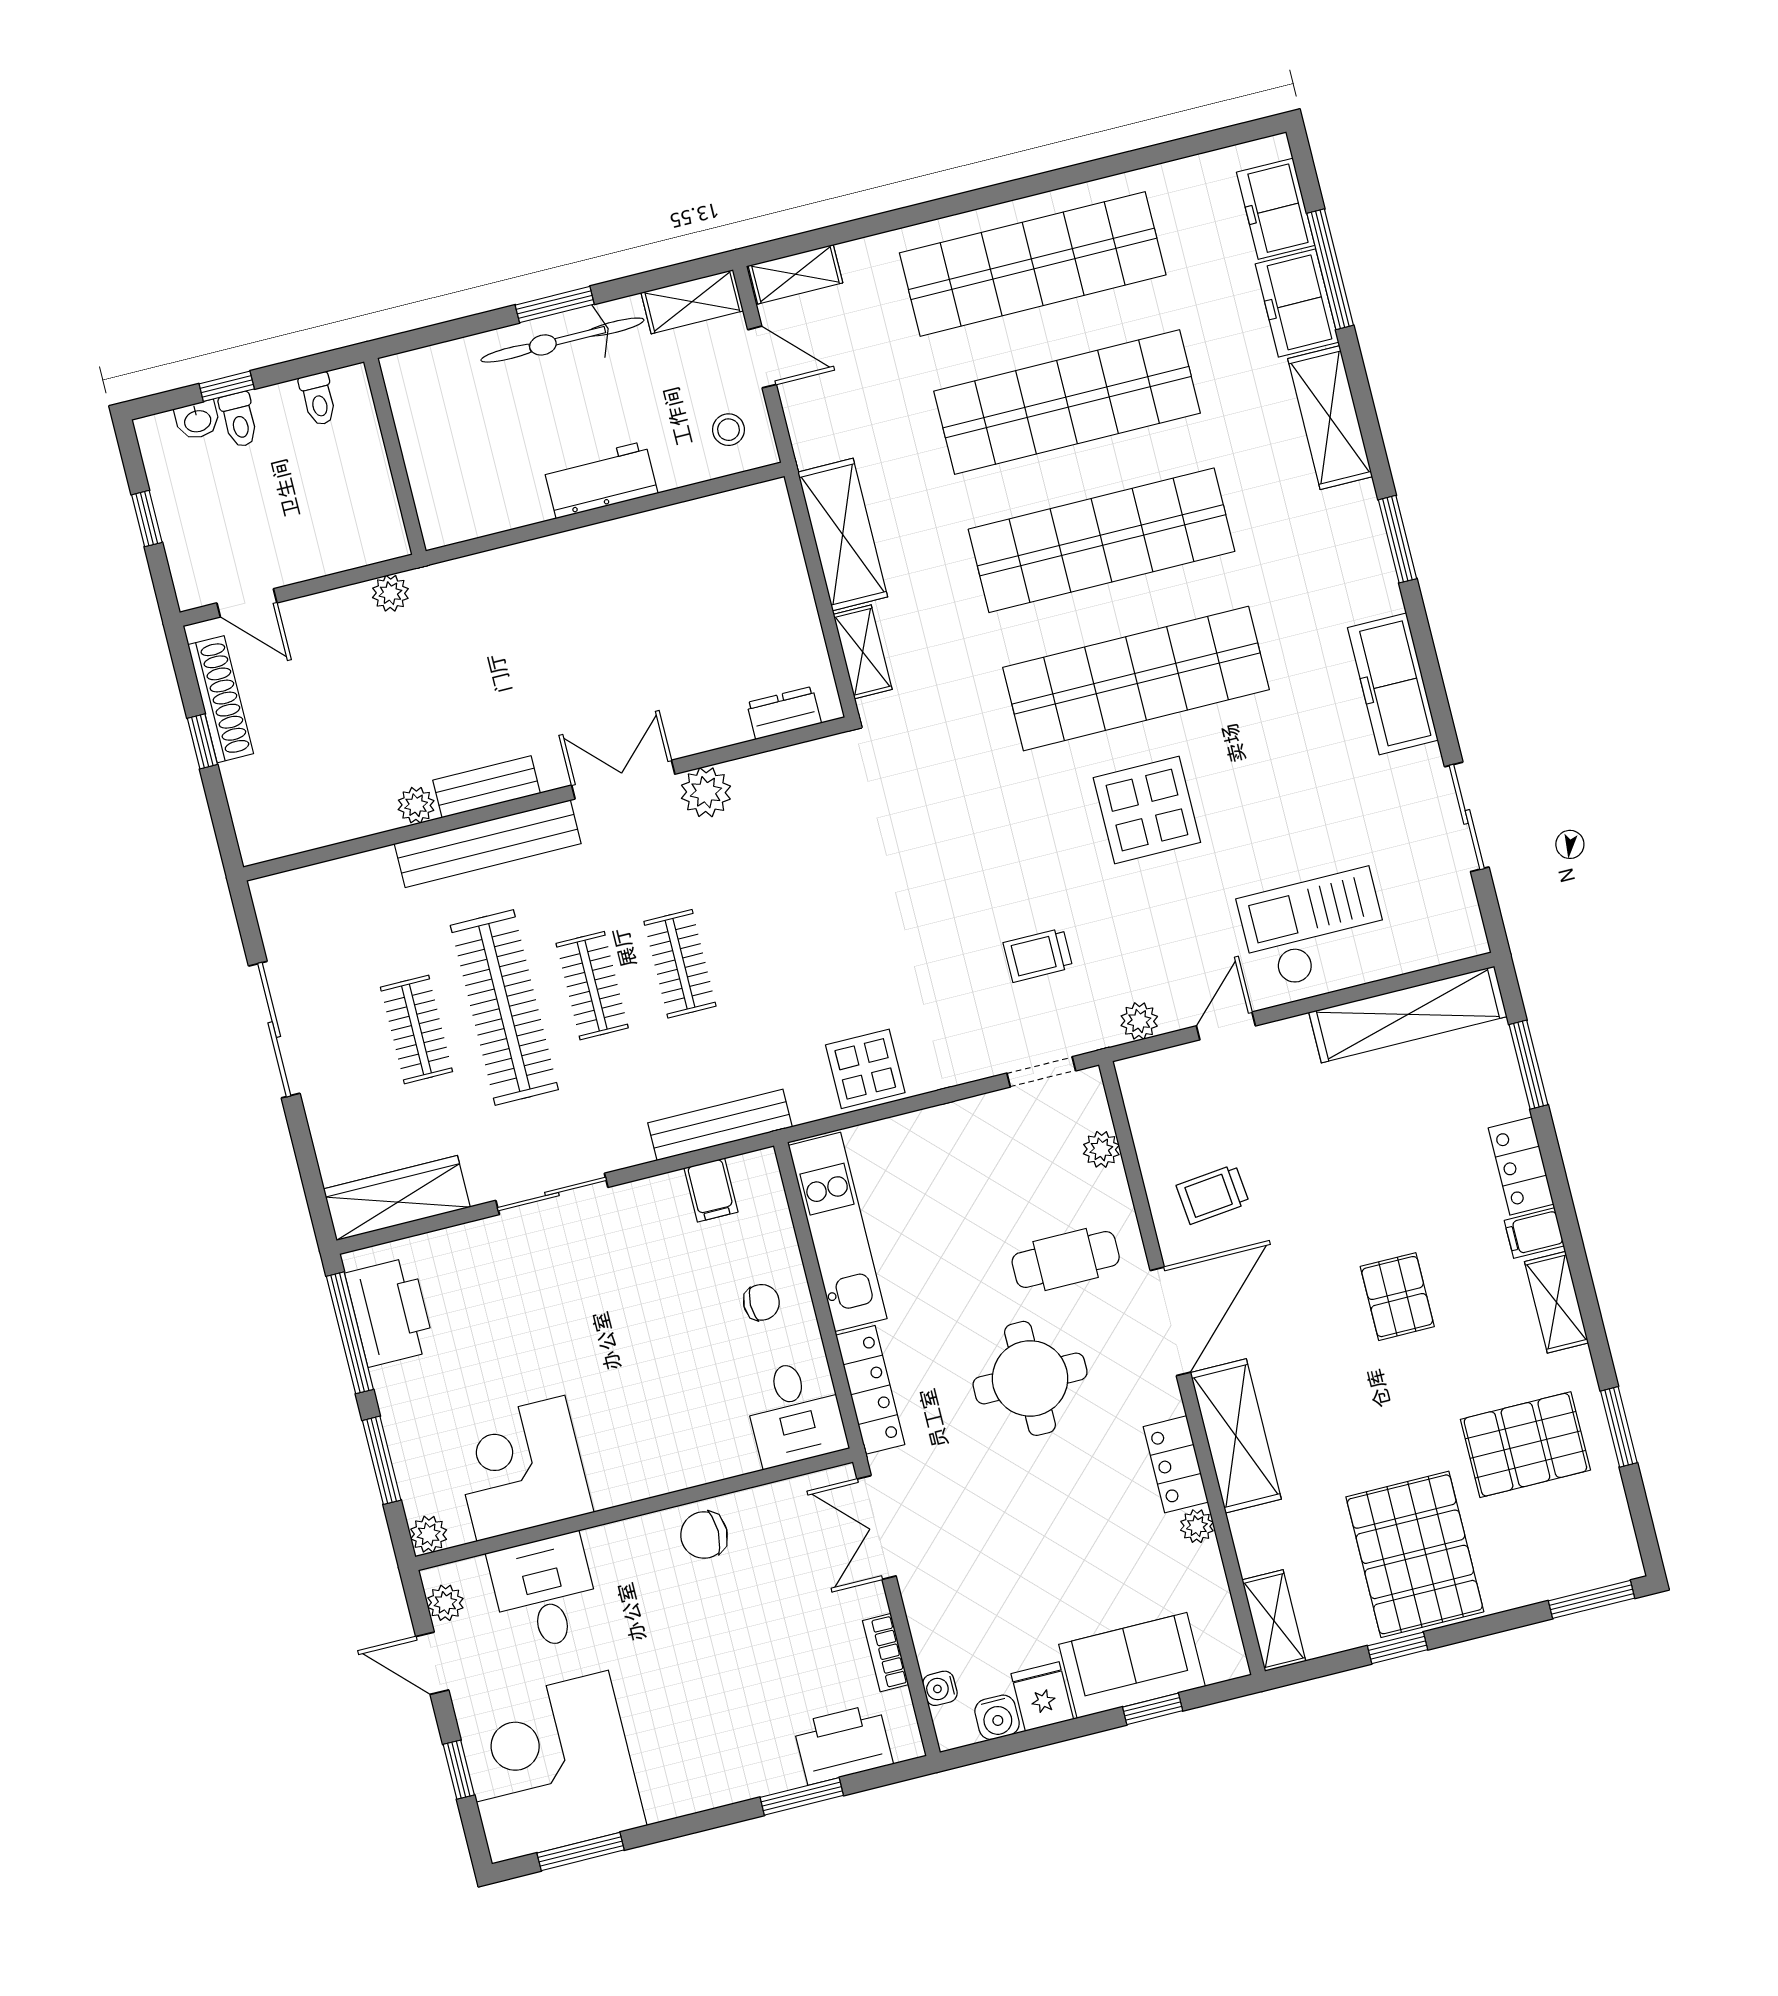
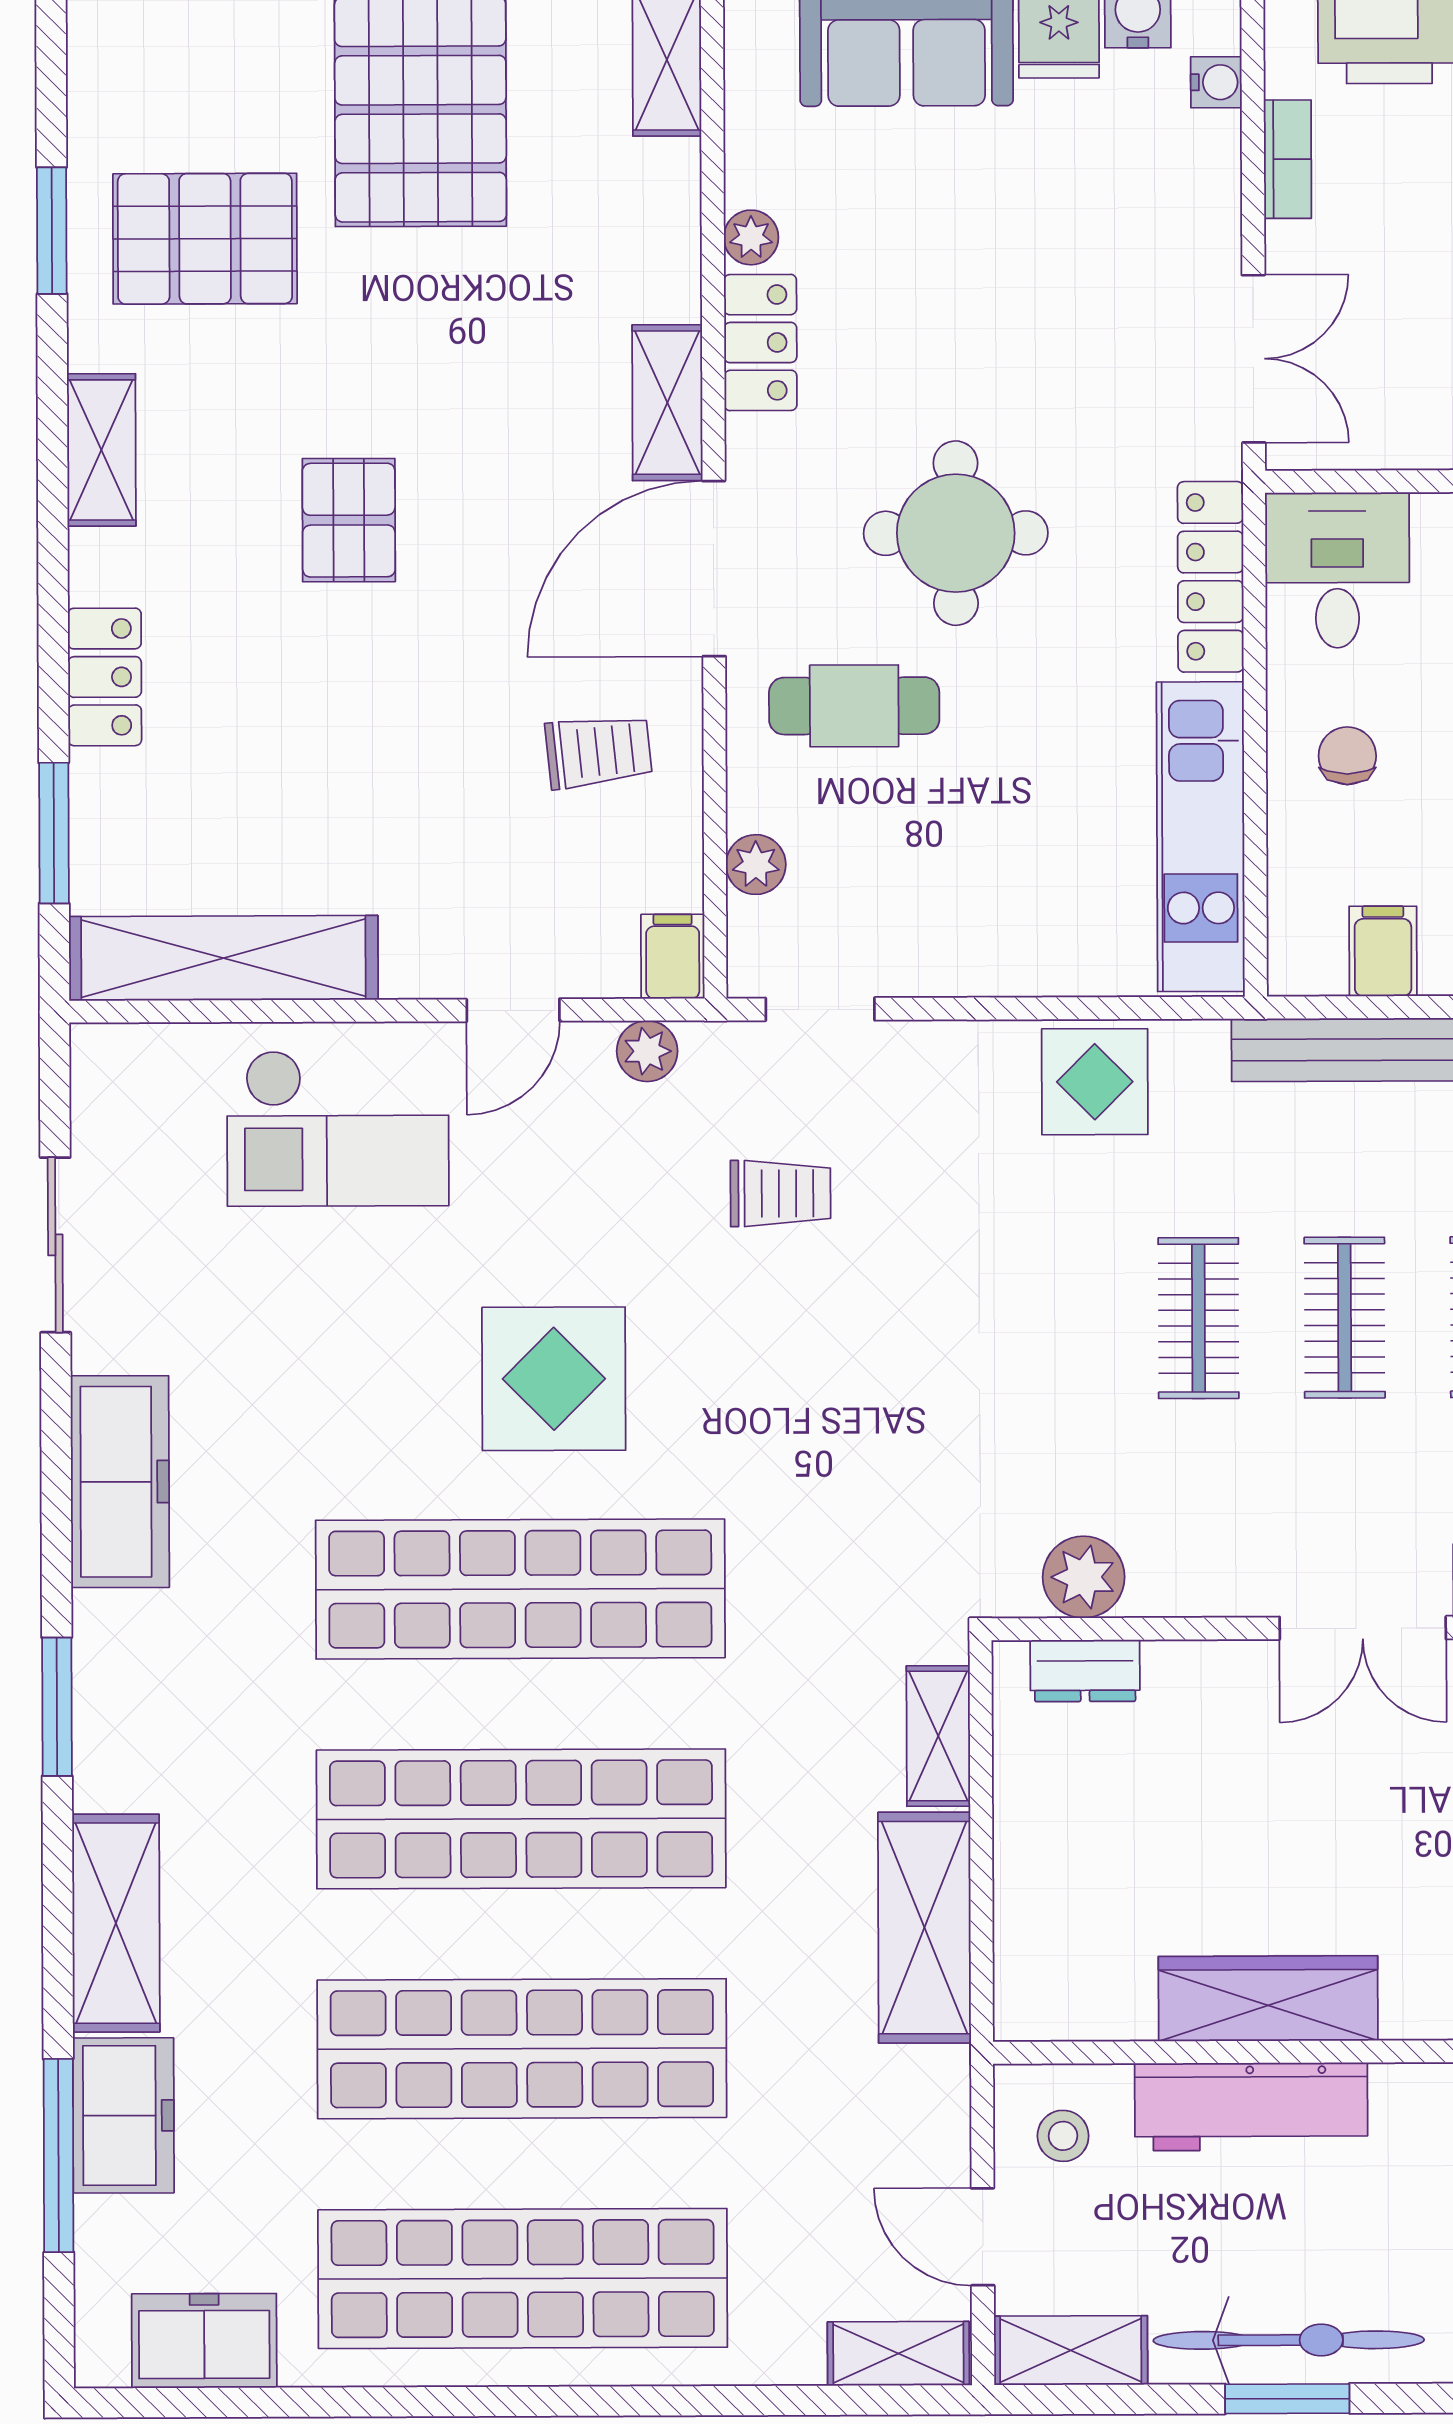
freezer: (1276, 209) -> (204, 2341), moved, turned -90
workbench: (601, 480) -> (1251, 2107), width x1.38
wardrobe: (625, 543) -> (1268, 1999), added
plant: (706, 792) -> (1084, 1577), moved
clothes rail: (768, 942) -> (1199, 1318), added
filing cabinet: (1534, 1233) -> (673, 957), moved, turned -90
chair: (761, 1302) -> (1347, 756), turned 90
shelving: (1236, 1436) -> (667, 403), width x0.67, depth x0.75

